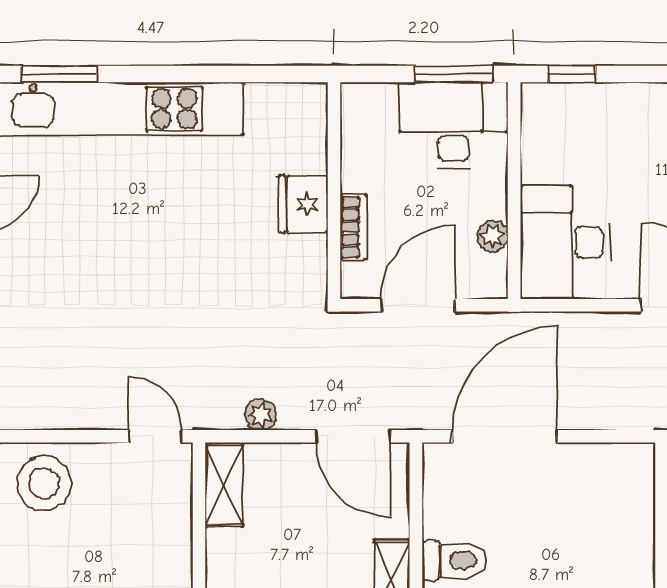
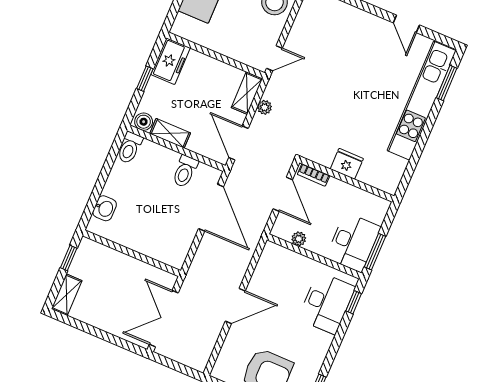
bookcase: (353, 227) -> (314, 175), moved
desk: (565, 242) -> (327, 303), moved, turned 90
door: (353, 436) -> (238, 143), hinge flipped
shelving: (224, 485) -> (247, 93), moved, turned 90
toilet: (454, 560) -> (185, 171), moved

